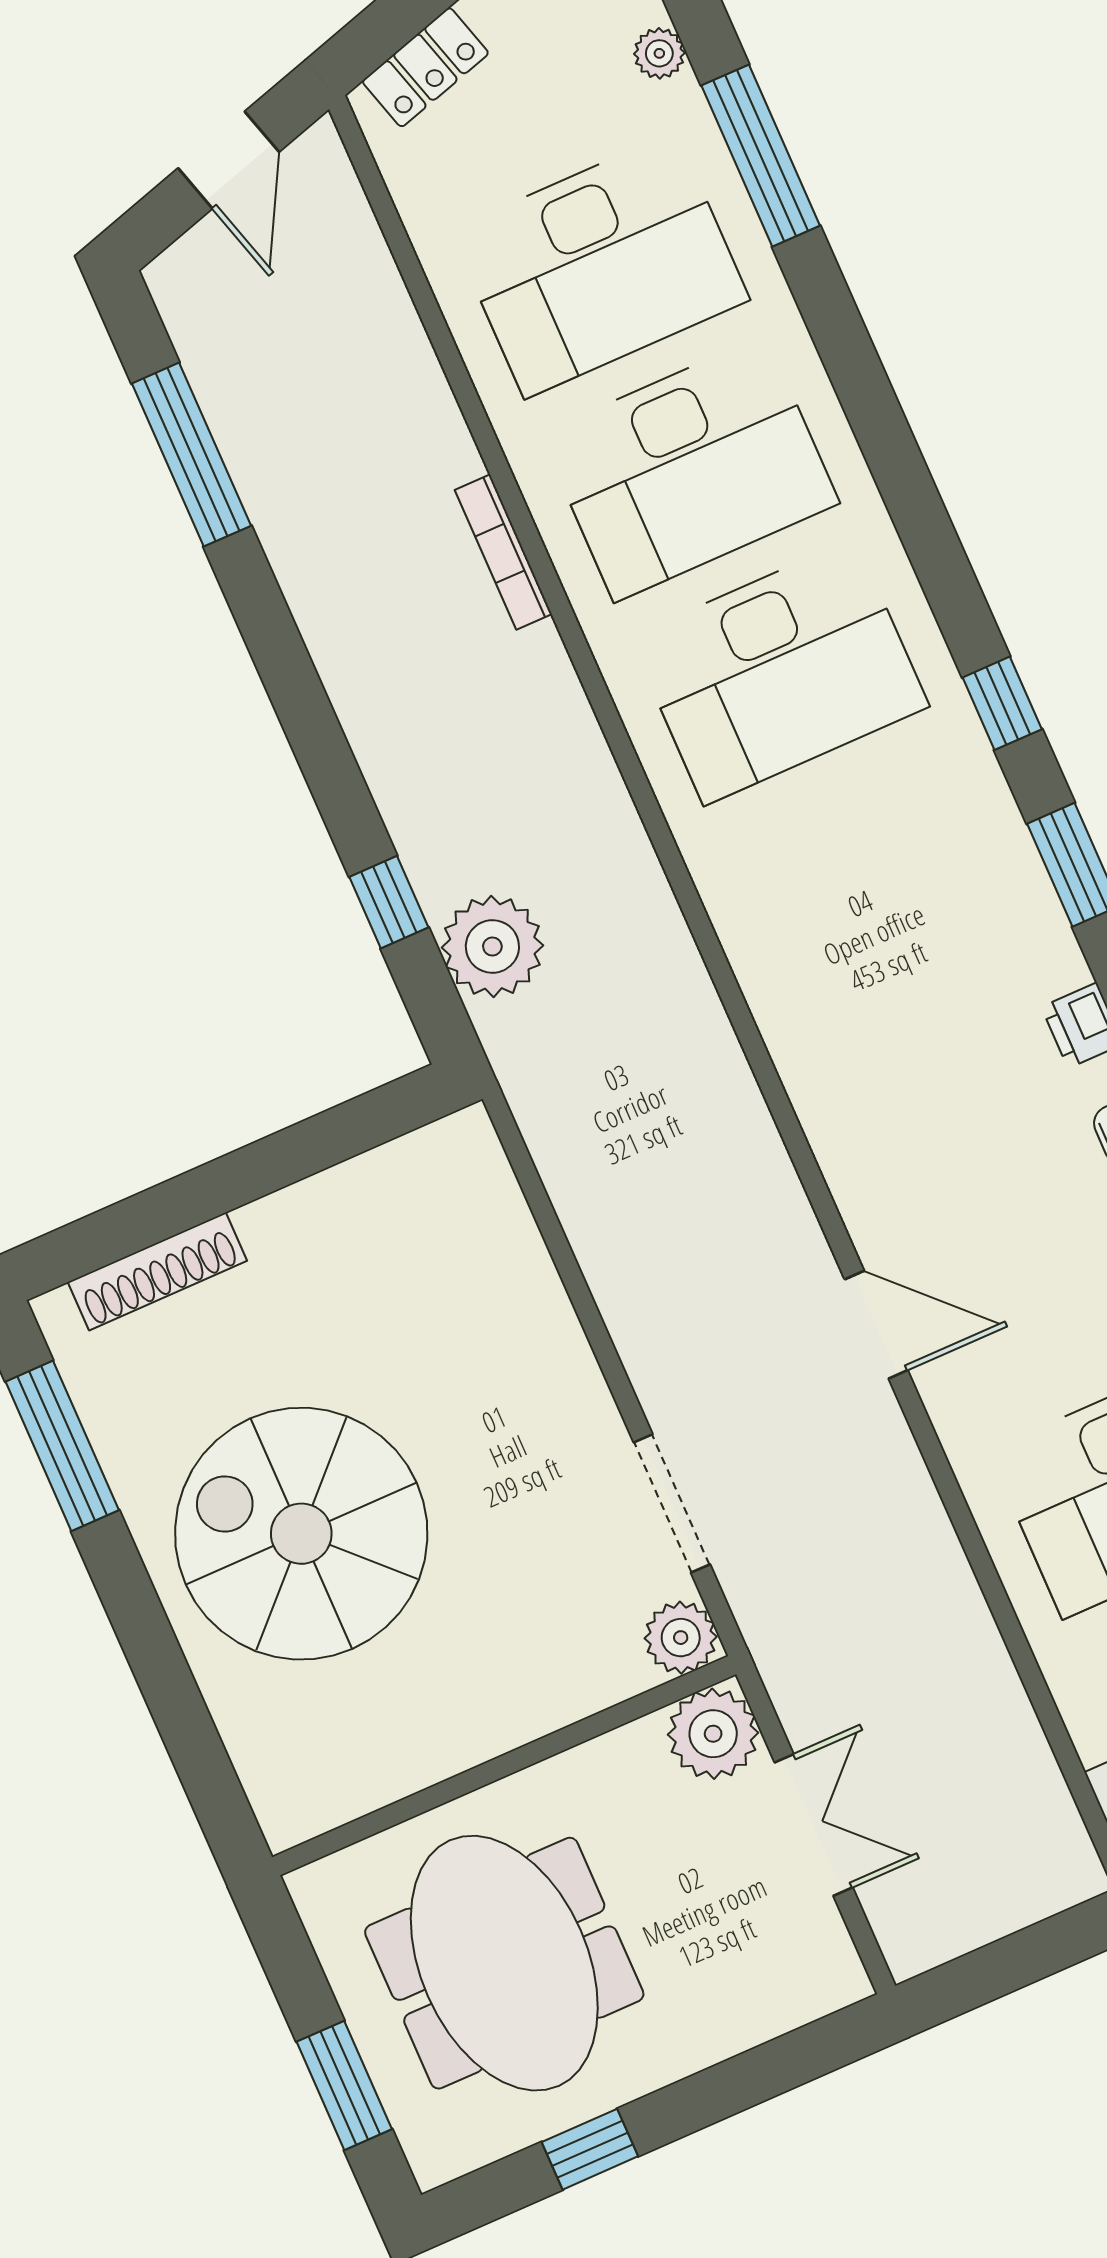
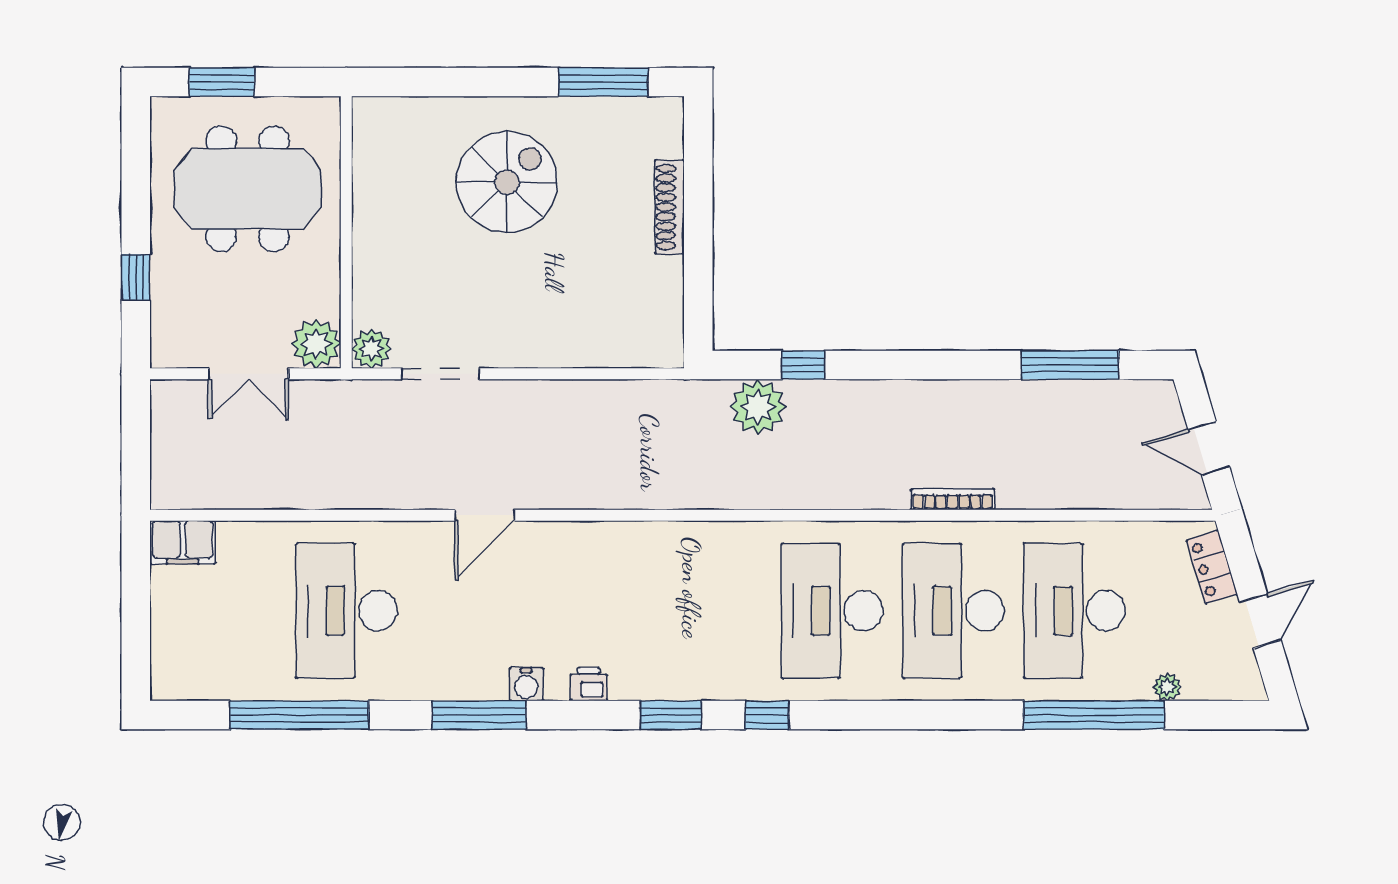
window: (761, 156) -> (1094, 715), width x1.46
shoe rack: (157, 1271) -> (669, 207), moved
spiral stairs: (301, 1534) -> (507, 182), width x0.73, depth x0.73
window: (590, 2149) -> (136, 277), moved

